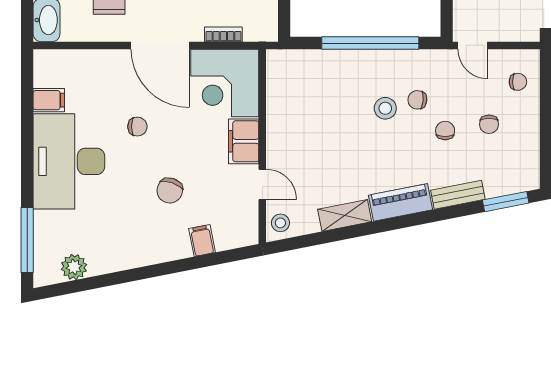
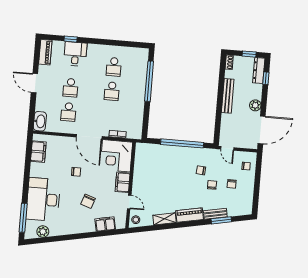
filing cabinet: (49, 100) -> (38, 152), width x2.00
stool: (385, 108) -> (186, 173), removed
desk: (69, 161) -> (43, 199), moved
window: (506, 202) -> (221, 220), moved
filing cabinet: (202, 240) -> (105, 224), width x2.00

